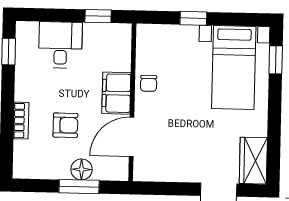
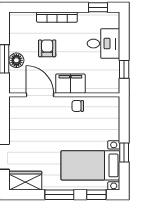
window: (193, 18) -> (124, 153), moved
window: (274, 112) -> (59, 195), added
bookcase: (21, 121) -> (57, 17), width x1.56
armchair: (65, 125) -> (47, 48), turned 180

